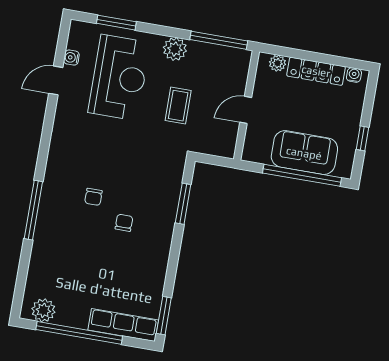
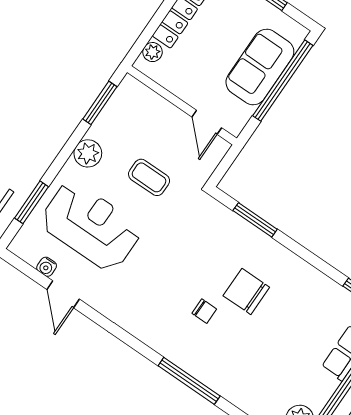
window: (219, 40) -> (100, 103), width x0.69
door: (246, 110) -> (207, 122), moved
chair: (124, 223) -> (246, 291), width x1.87, depth x1.87

